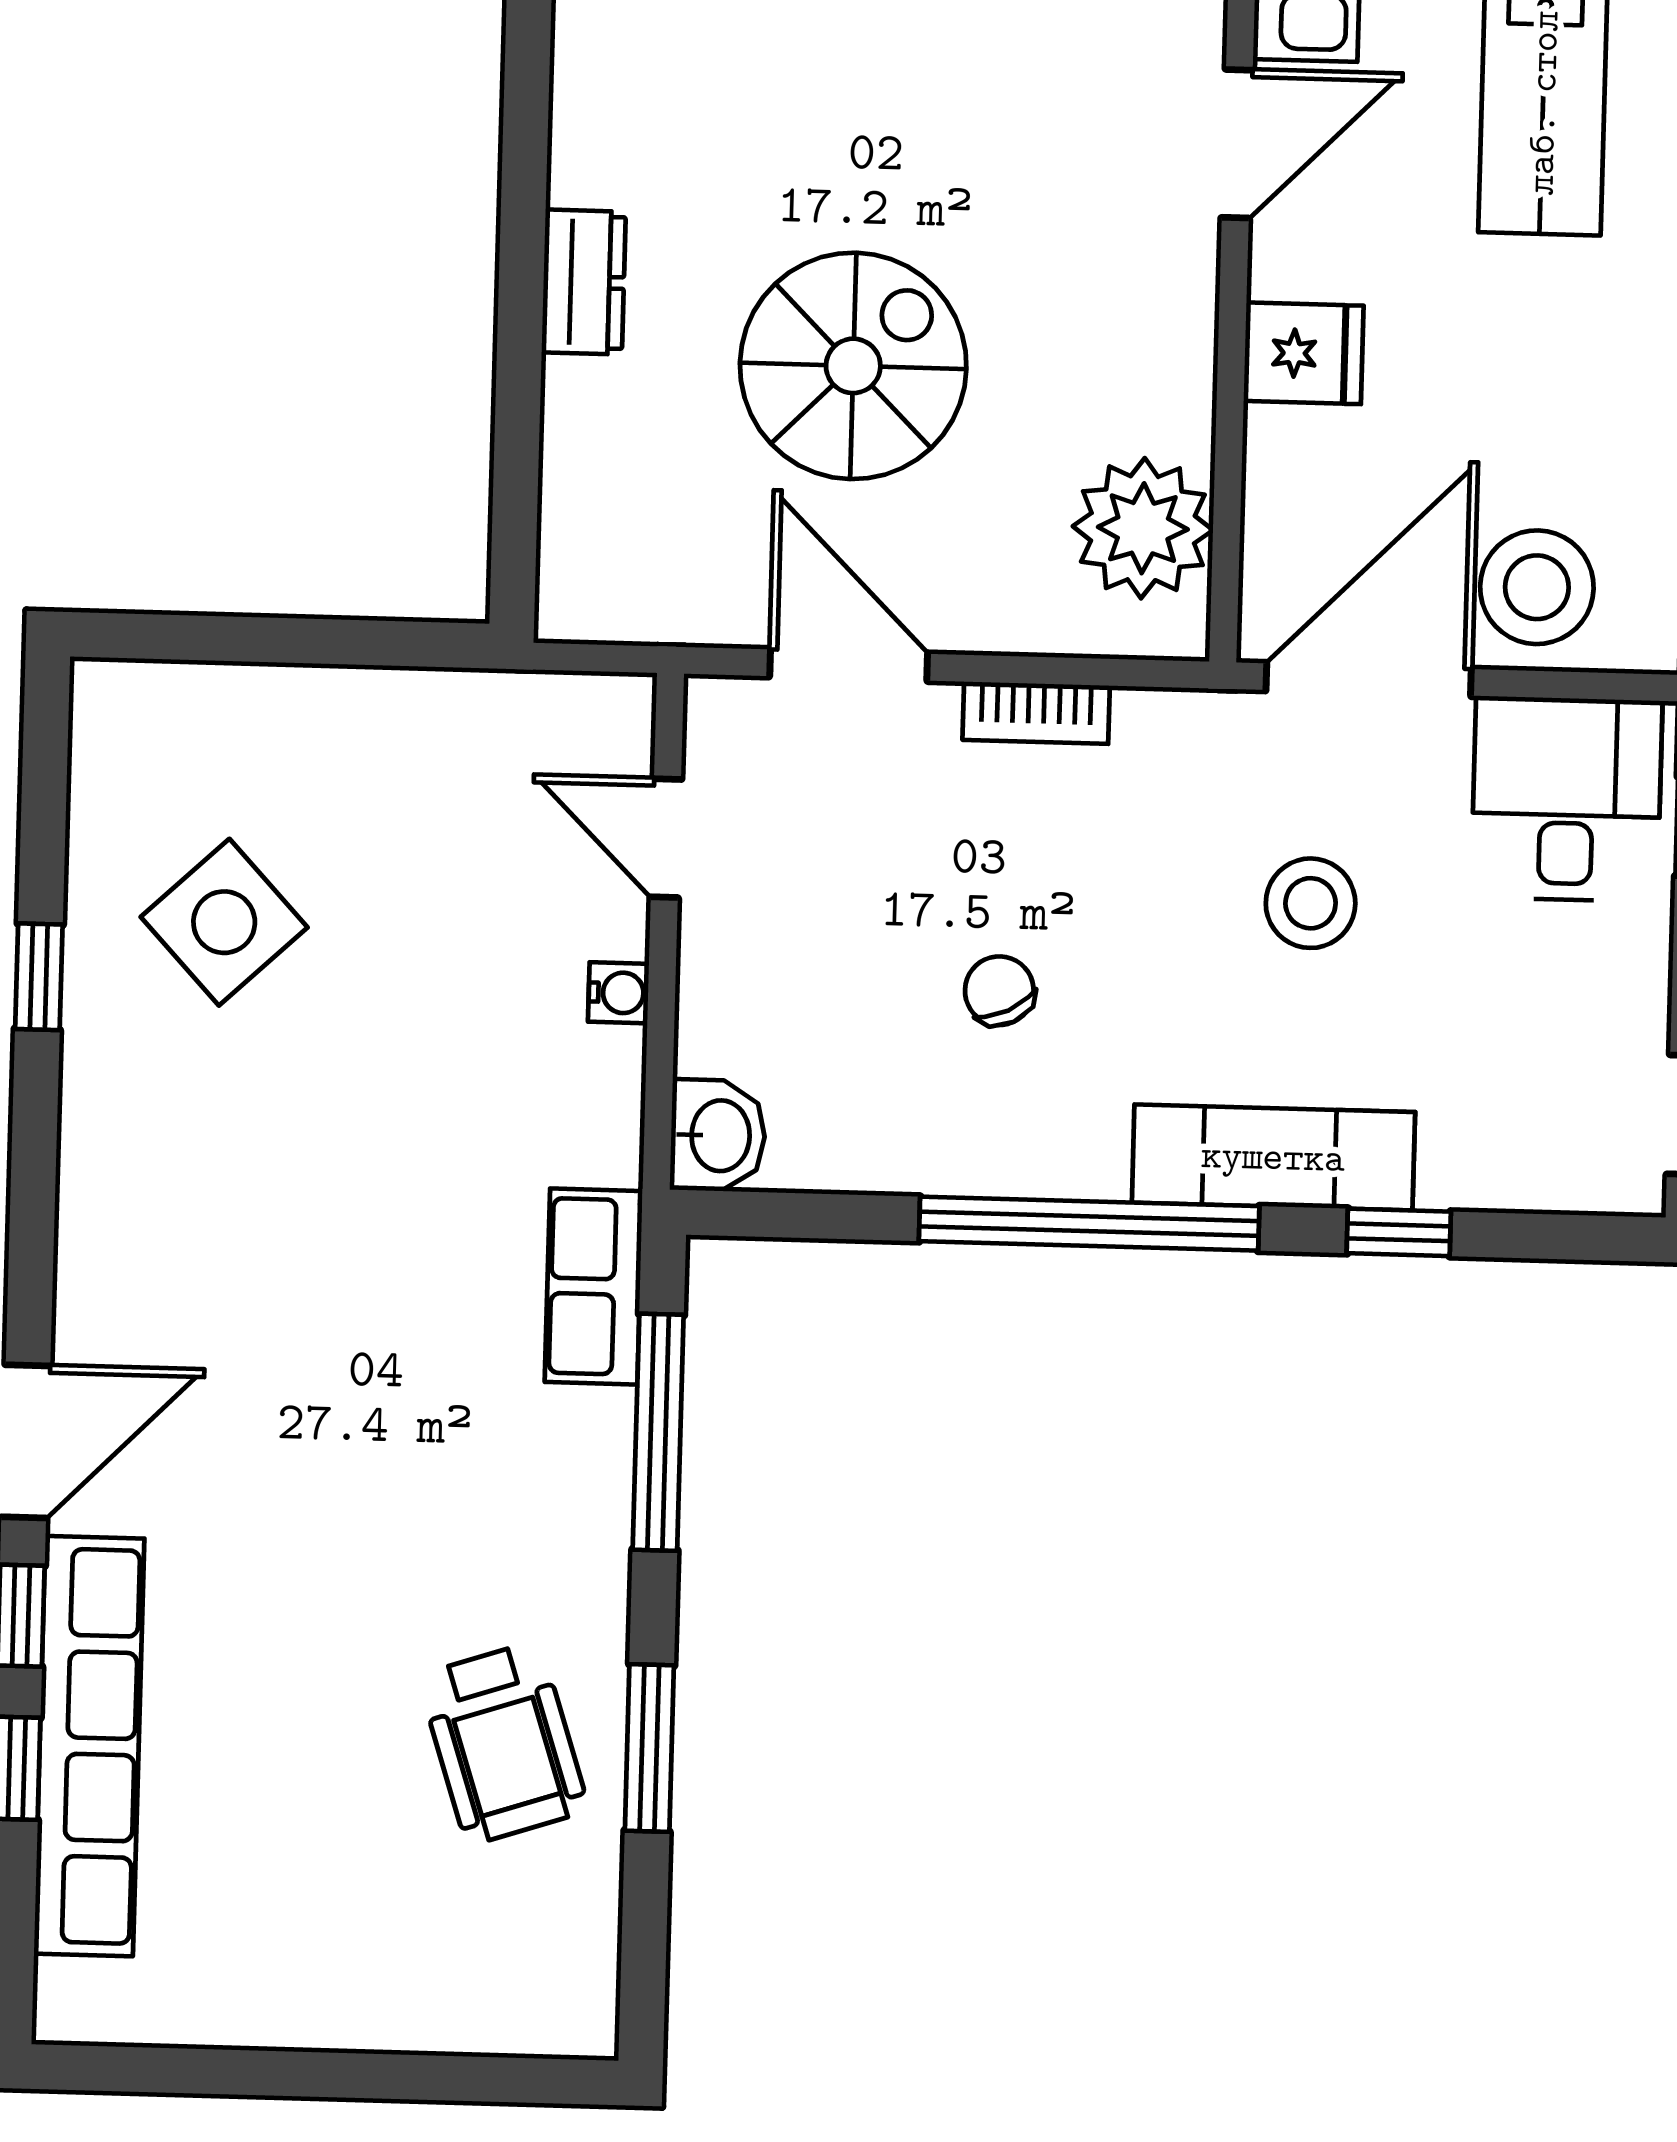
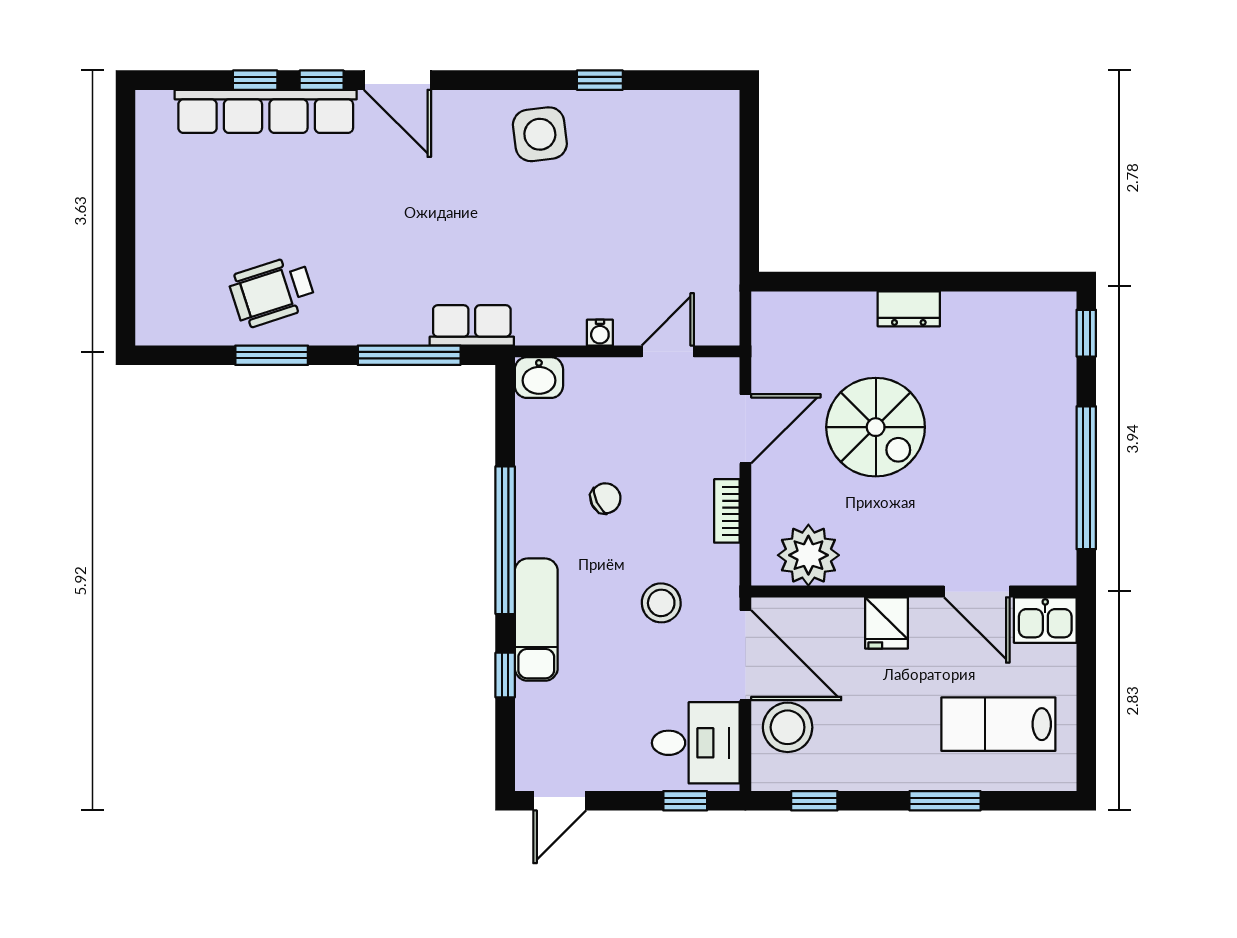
stool: (1311, 903) -> (661, 603), moved
side table: (224, 922) -> (540, 134), moved, turned 36

